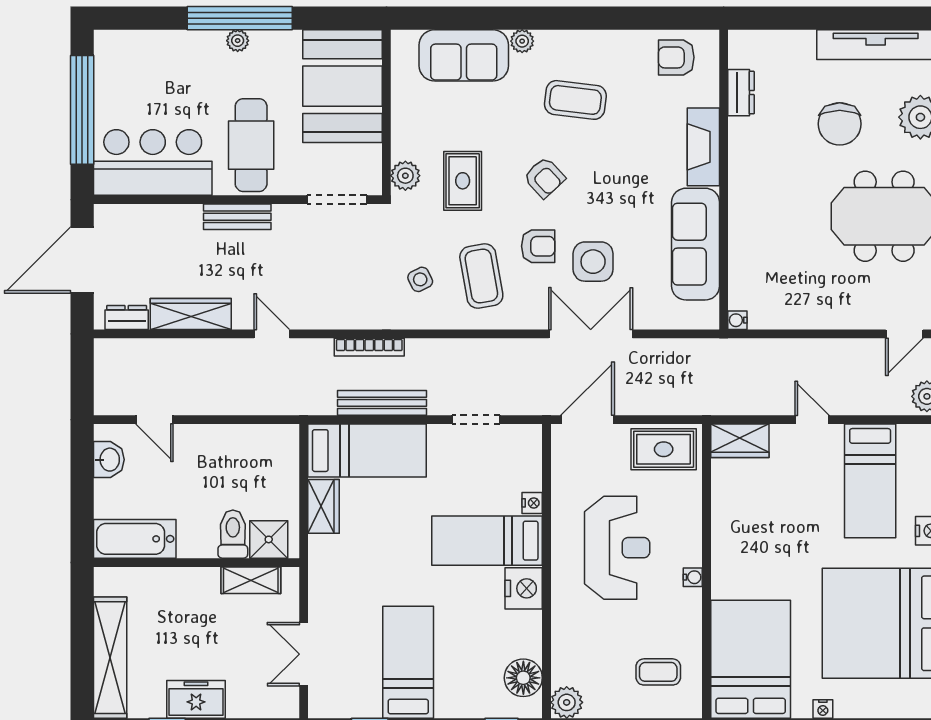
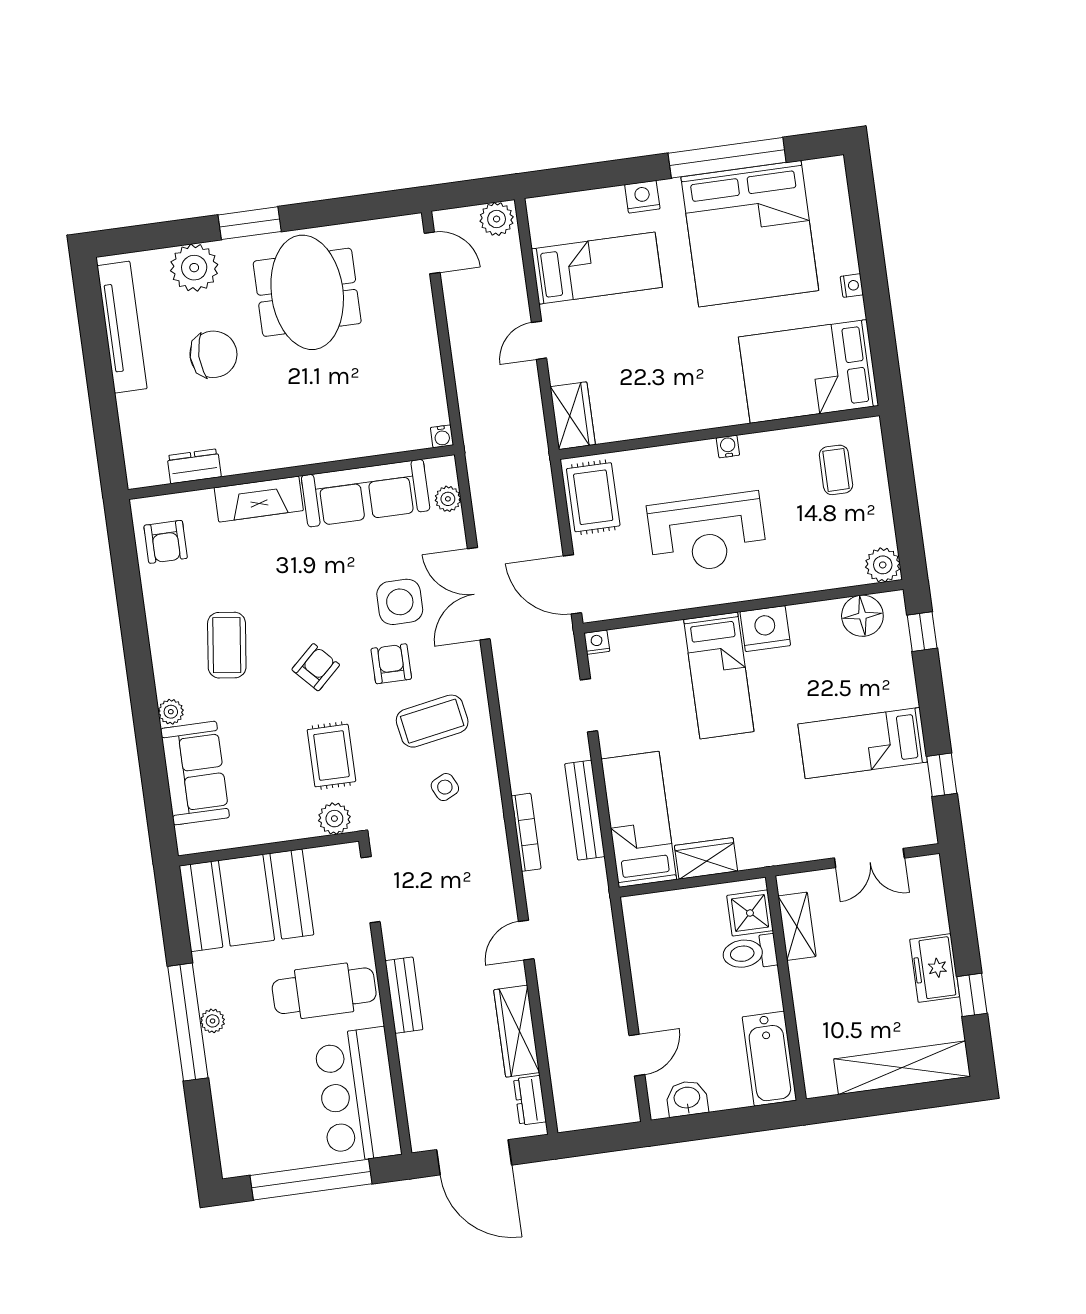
rug: (463, 181) -> (331, 756), turned 90
plant: (680, 318) -> (448, 499), added
nightstand: (532, 503) -> (597, 642), moved
reception desk: (617, 548) -> (707, 533), turned 180

